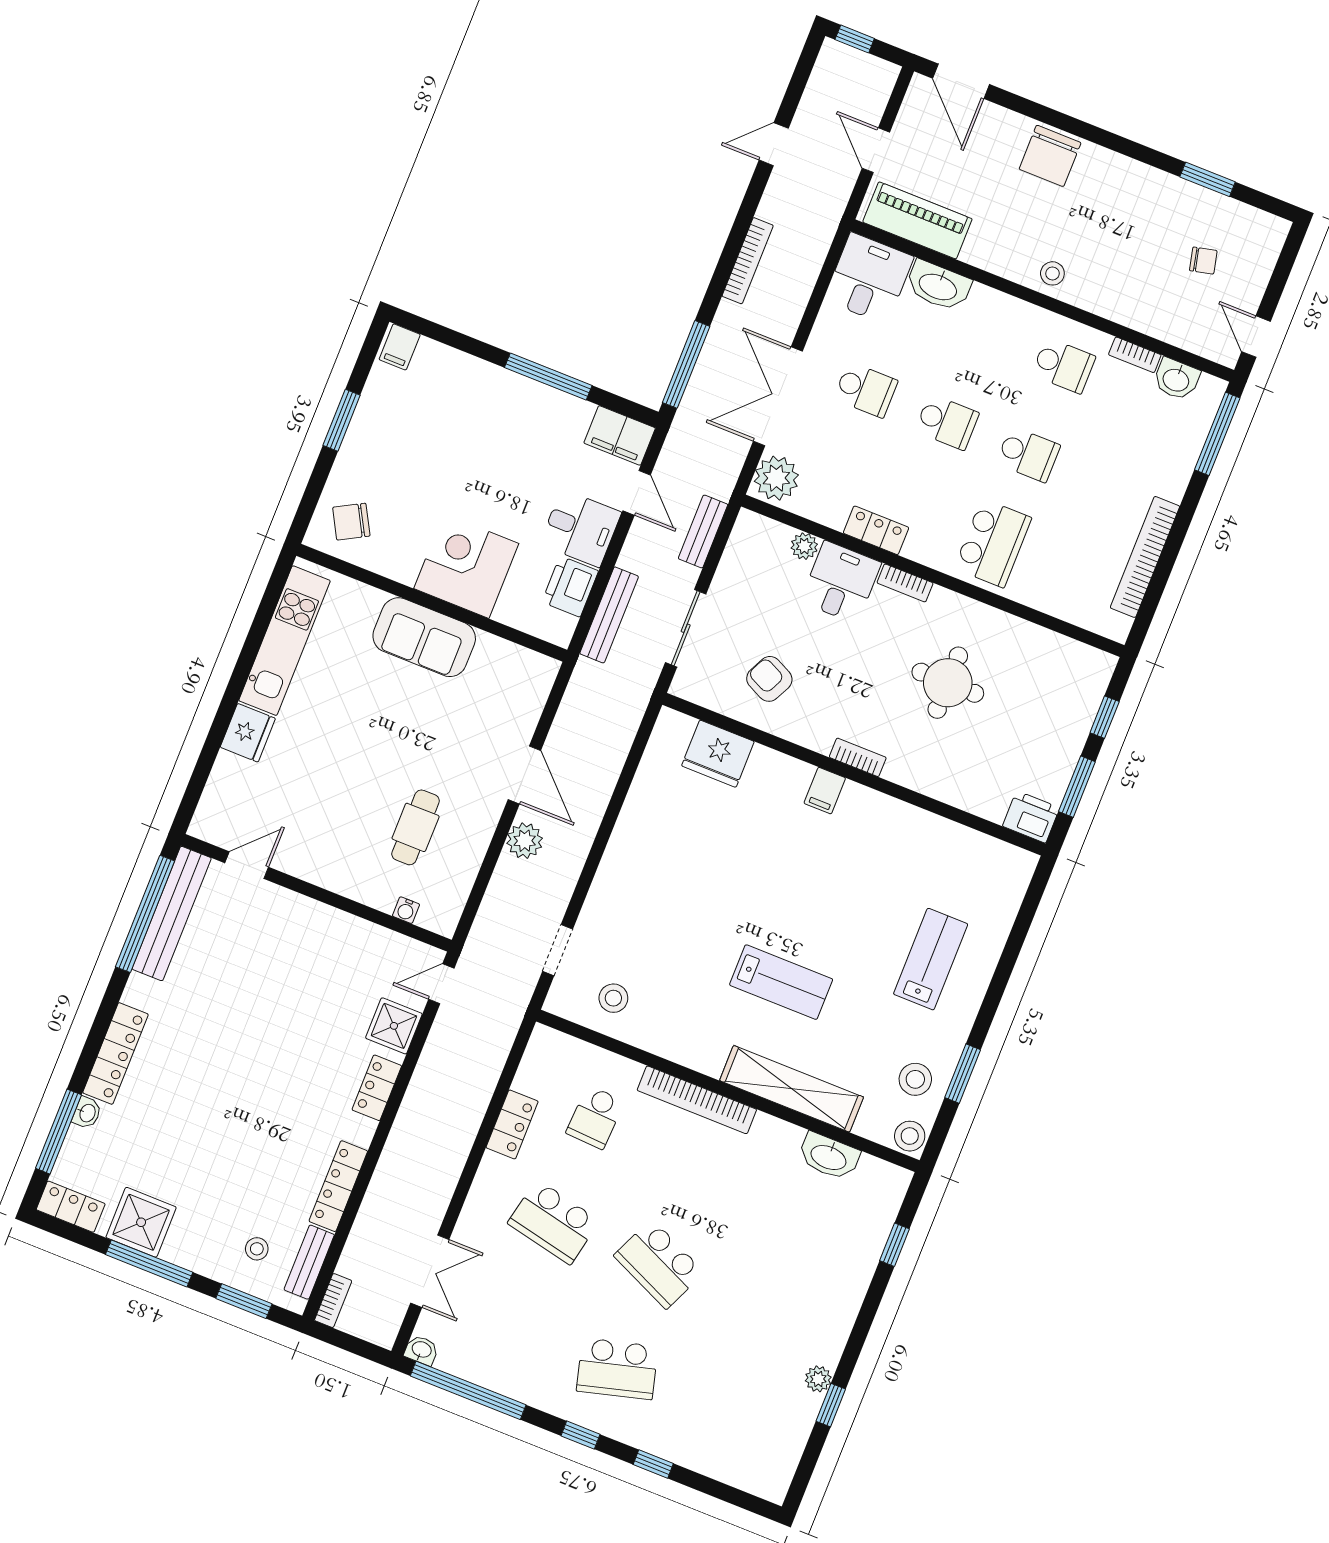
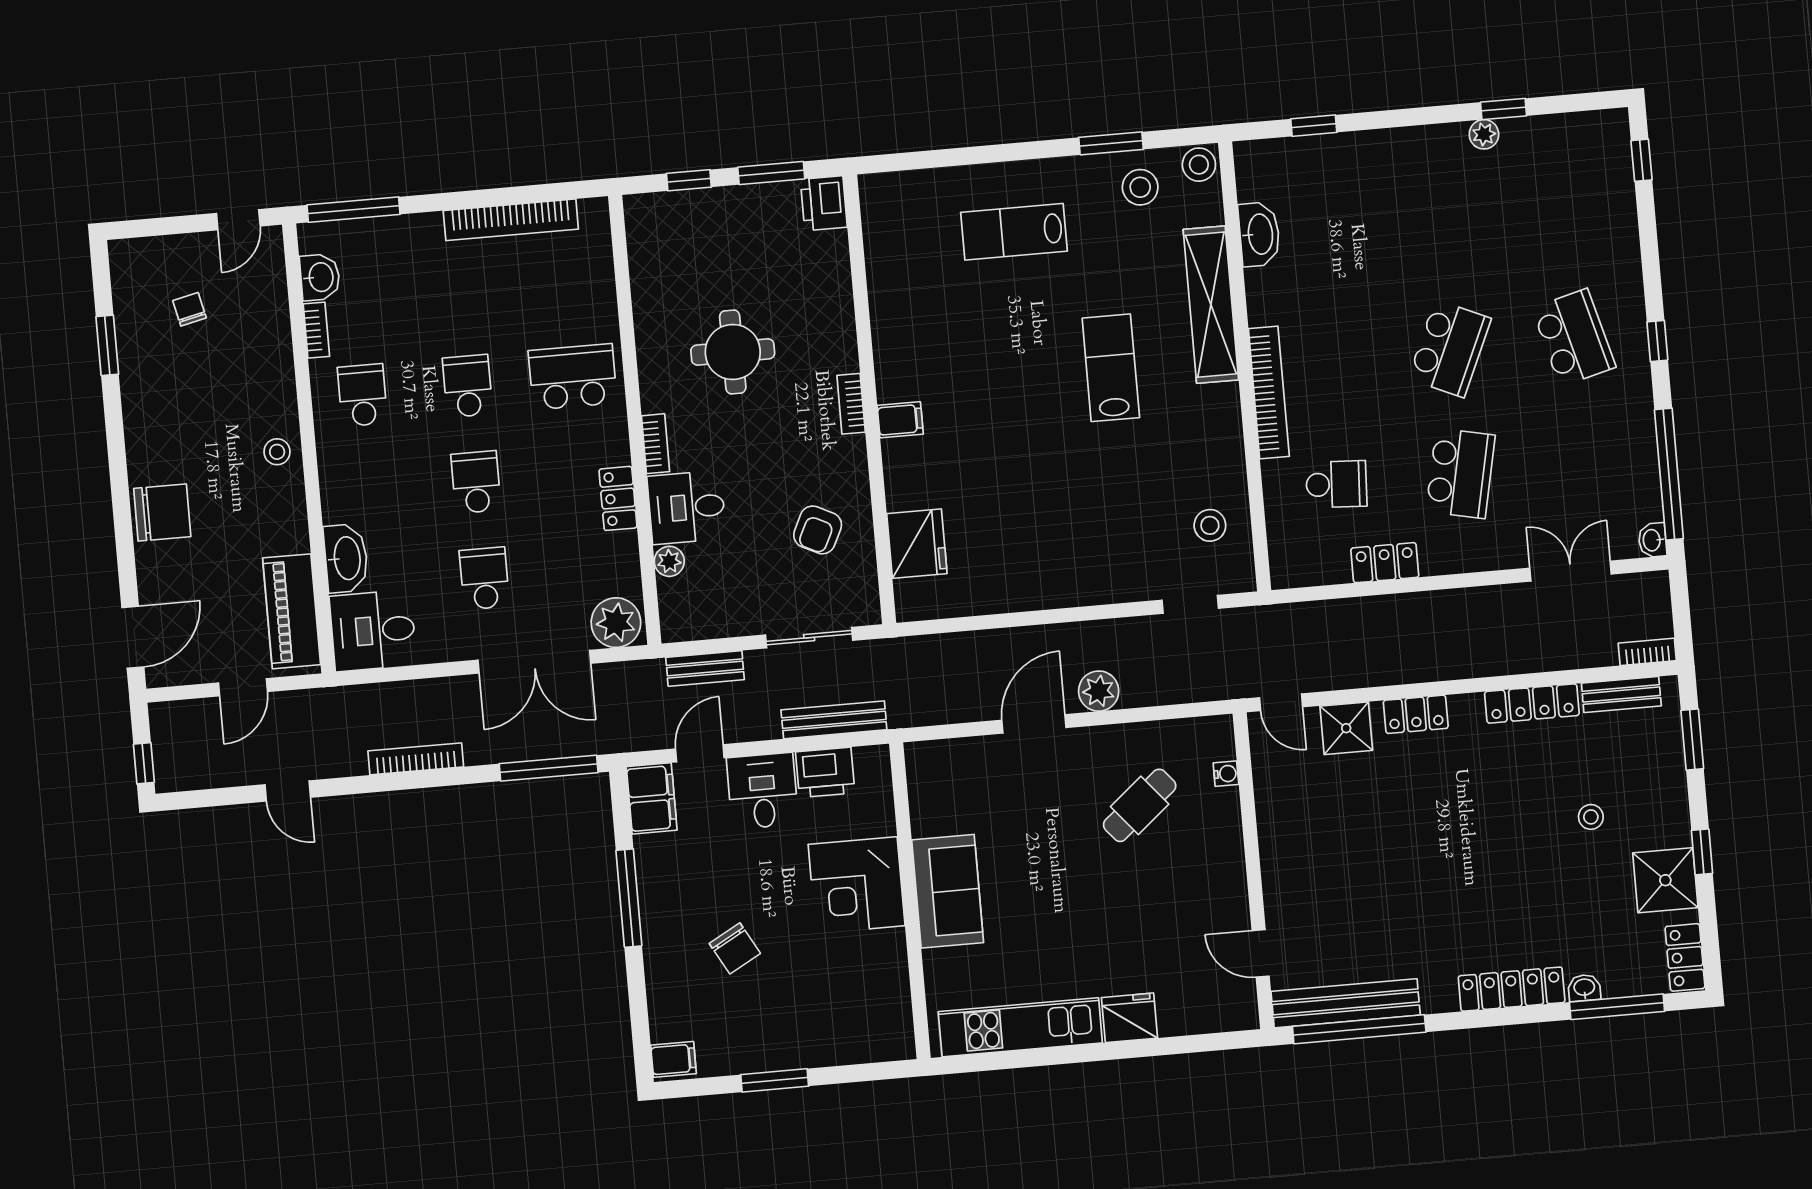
chair: (351, 522) -> (735, 948), moved
cafe table: (416, 827) -> (1140, 805), turned -40
stool: (257, 1249) -> (1591, 817), moved
window: (149, 1263) -> (1702, 852), width x0.46
window: (653, 1464) -> (1641, 160), moved

